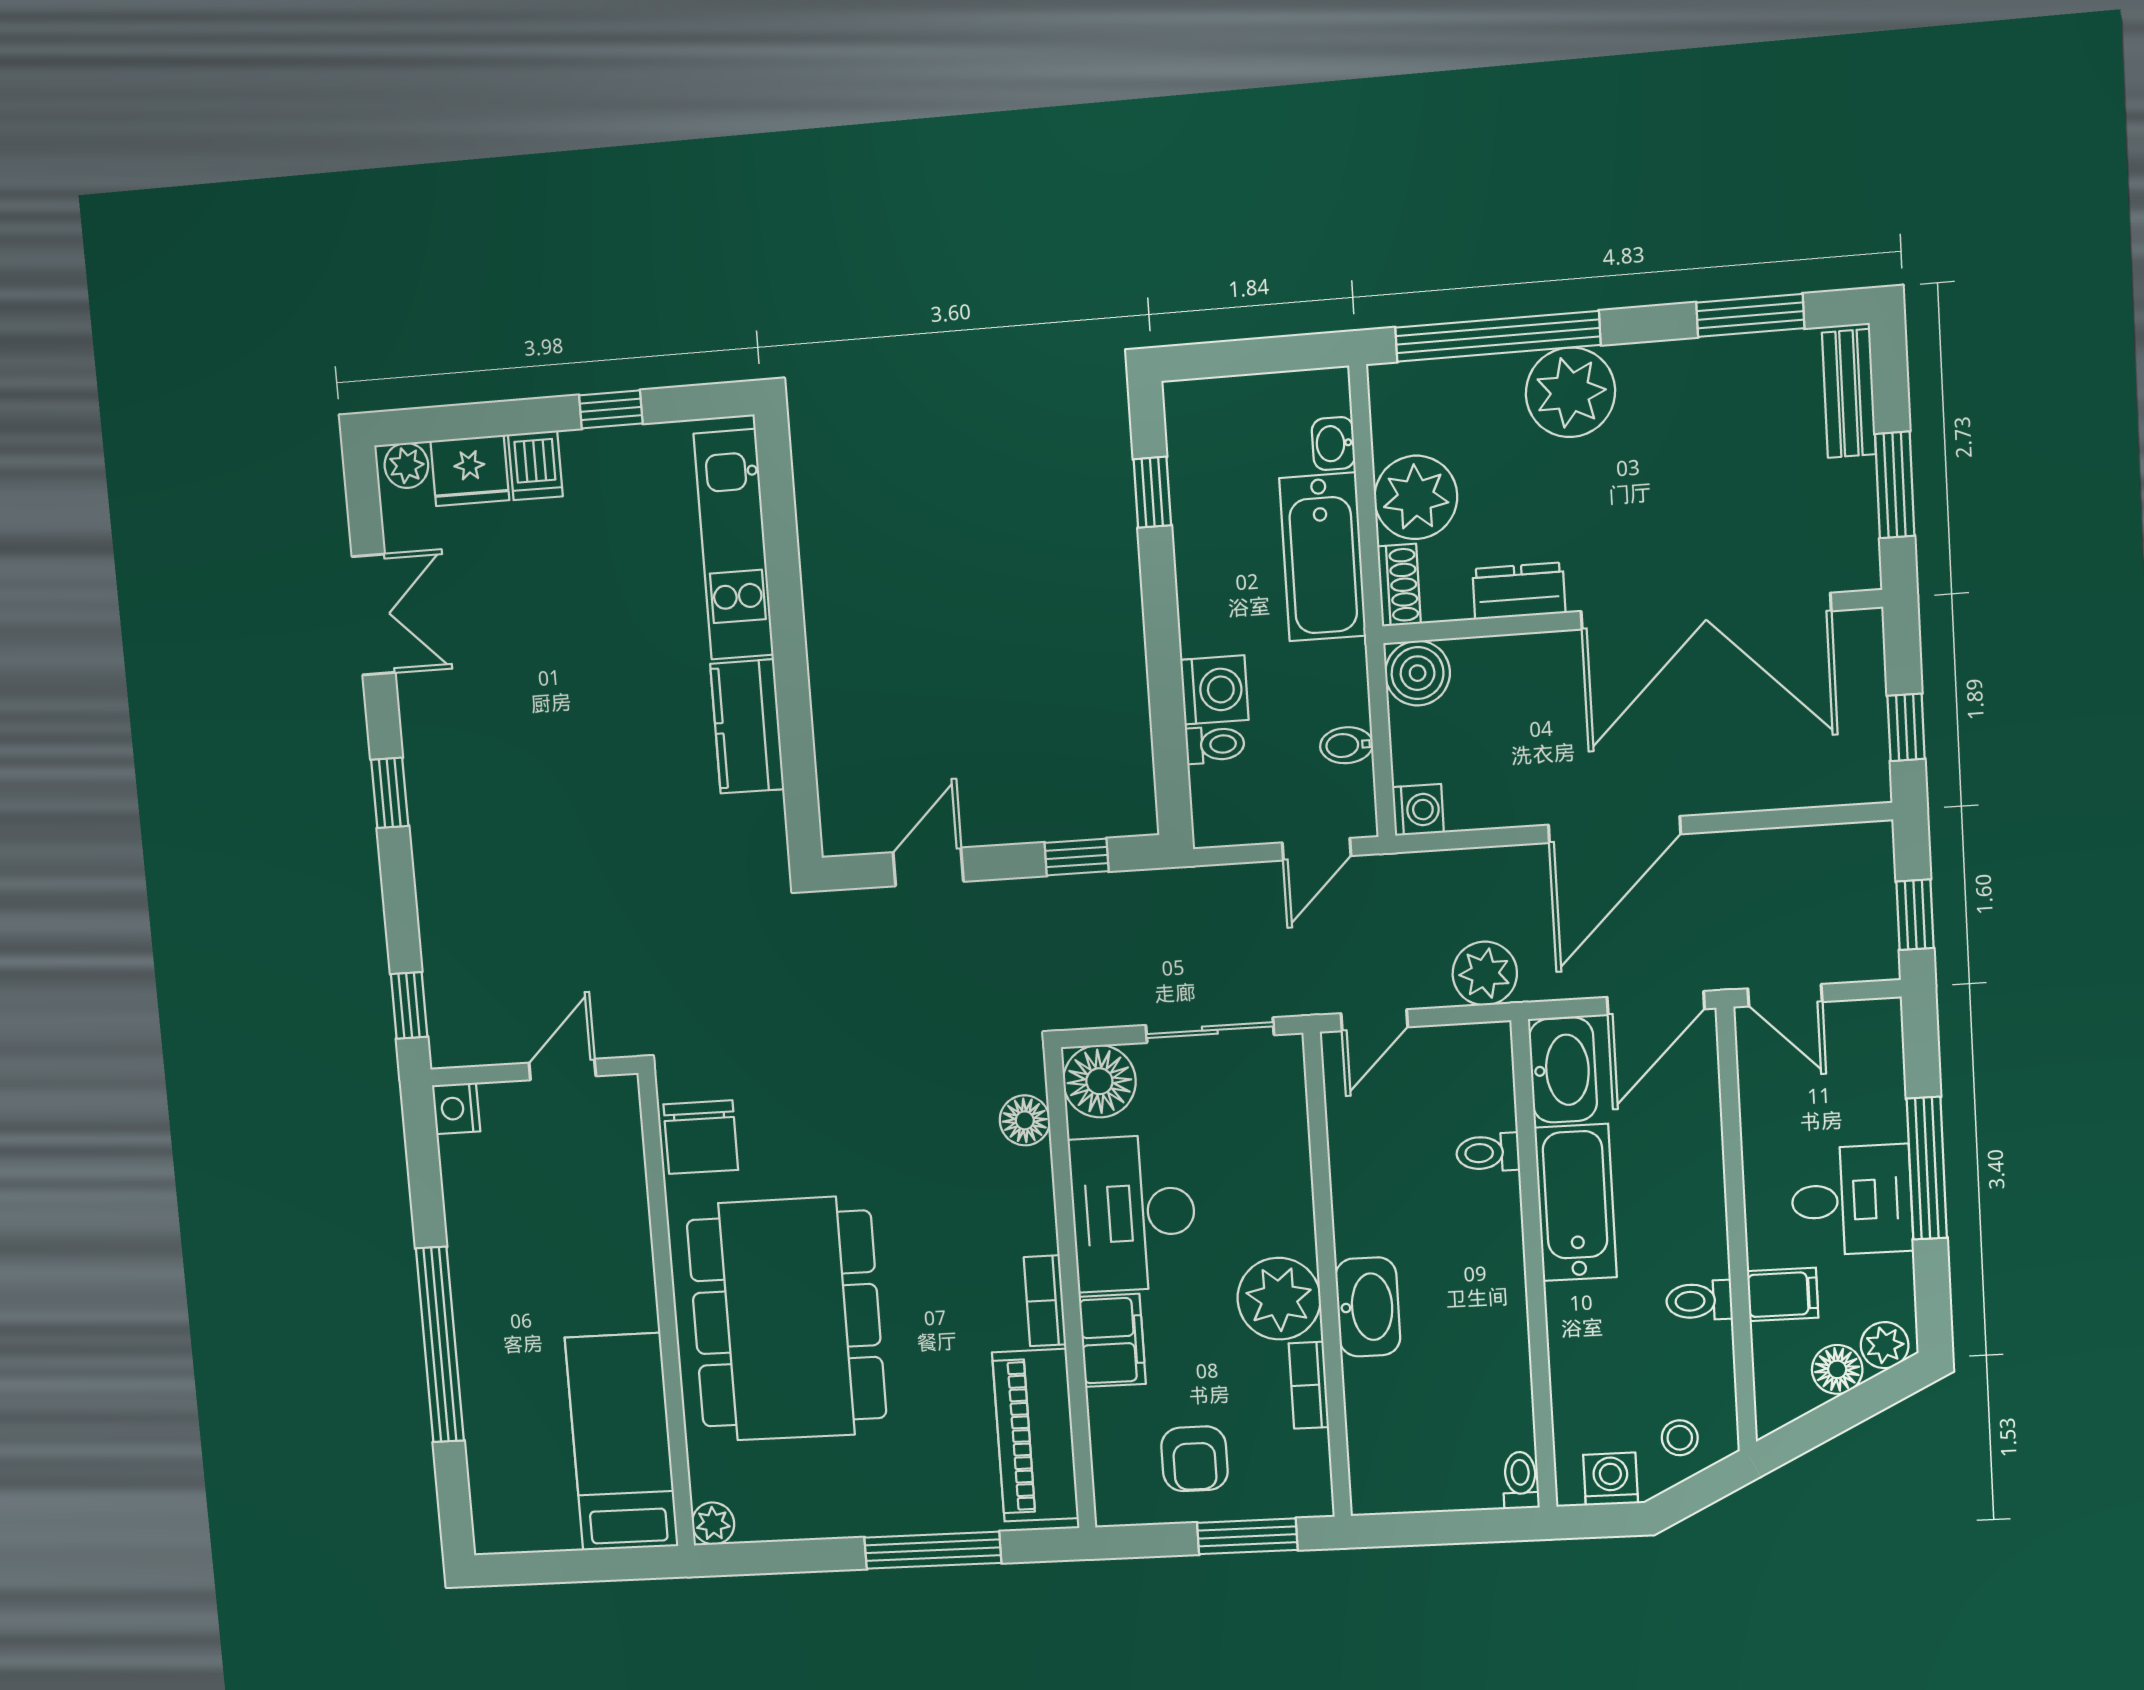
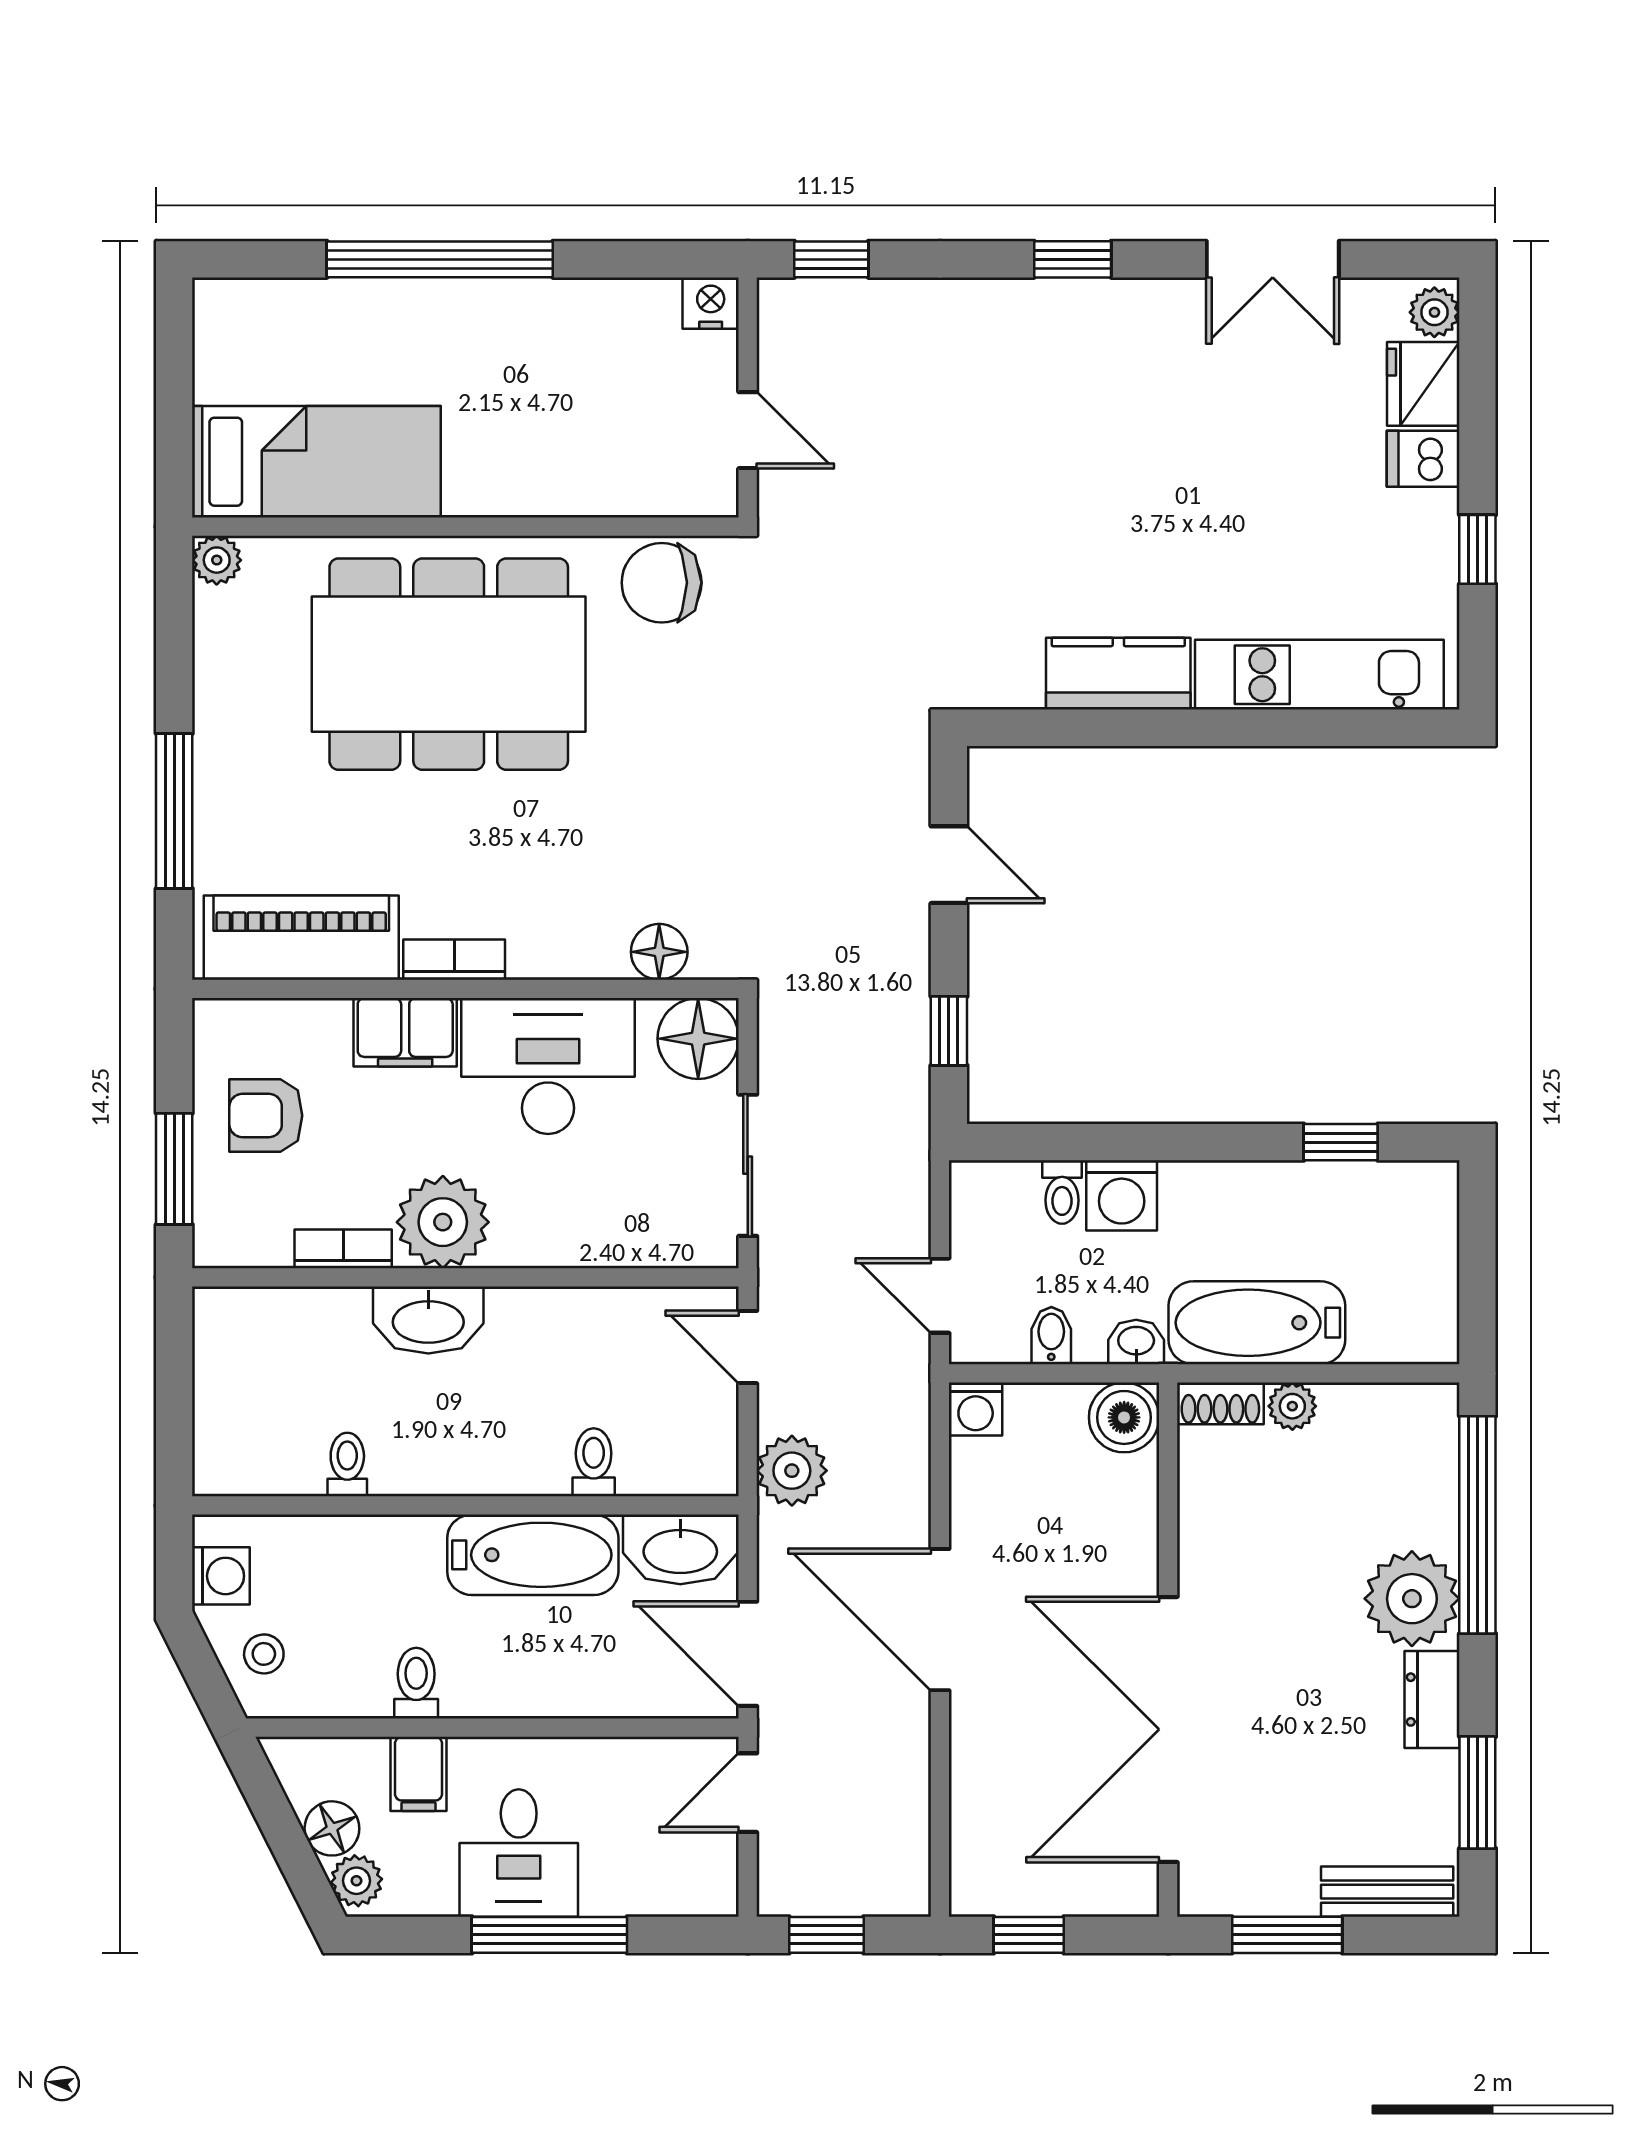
washbasin: (1333, 443) -> (1136, 1342), moved
plant: (1416, 497) -> (1292, 1406), width x0.53, depth x0.53
dresser: (1519, 591) -> (1432, 1700), moved, turned 180
toilet: (1521, 1480) -> (347, 1464), moved, turned -90

